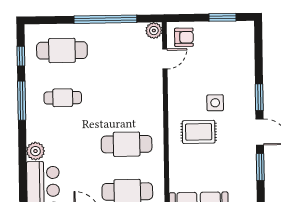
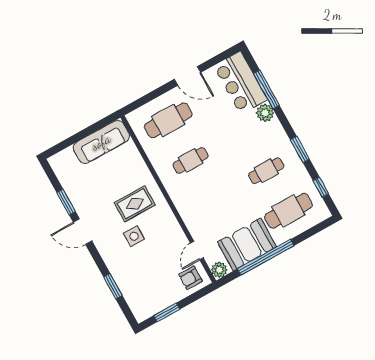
booth: (116, 40) -> (247, 244), added
window: (259, 97) -> (113, 286), moved
window: (22, 101) -> (300, 150), width x0.69
cafe table: (127, 144) -> (191, 160), width x0.73, depth x0.74
window: (23, 172) -> (266, 89), added

